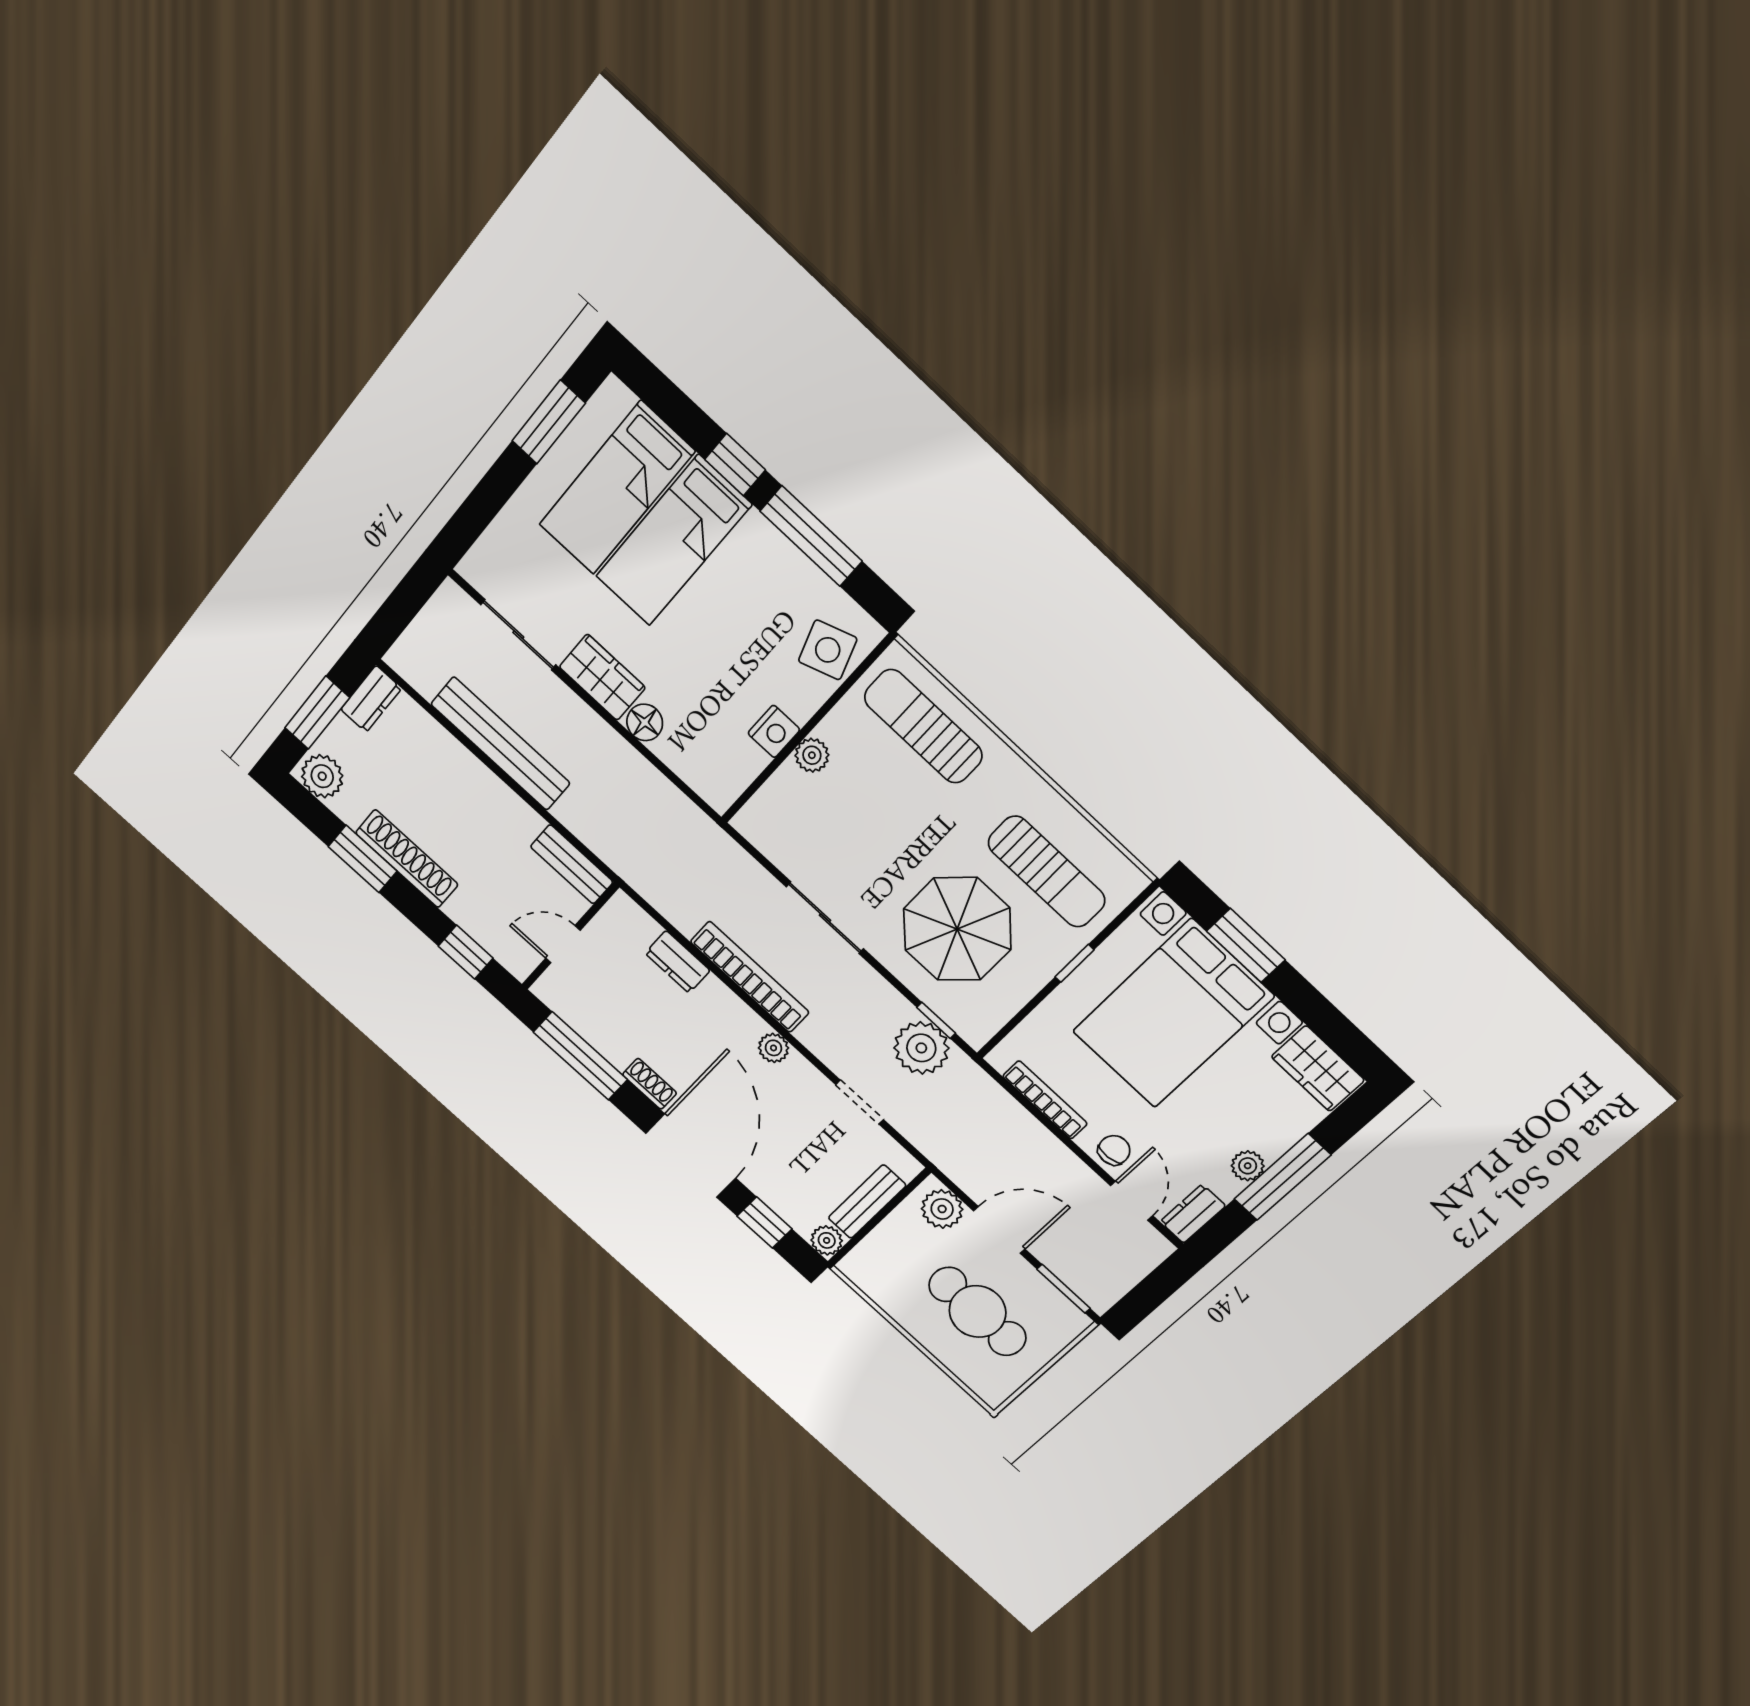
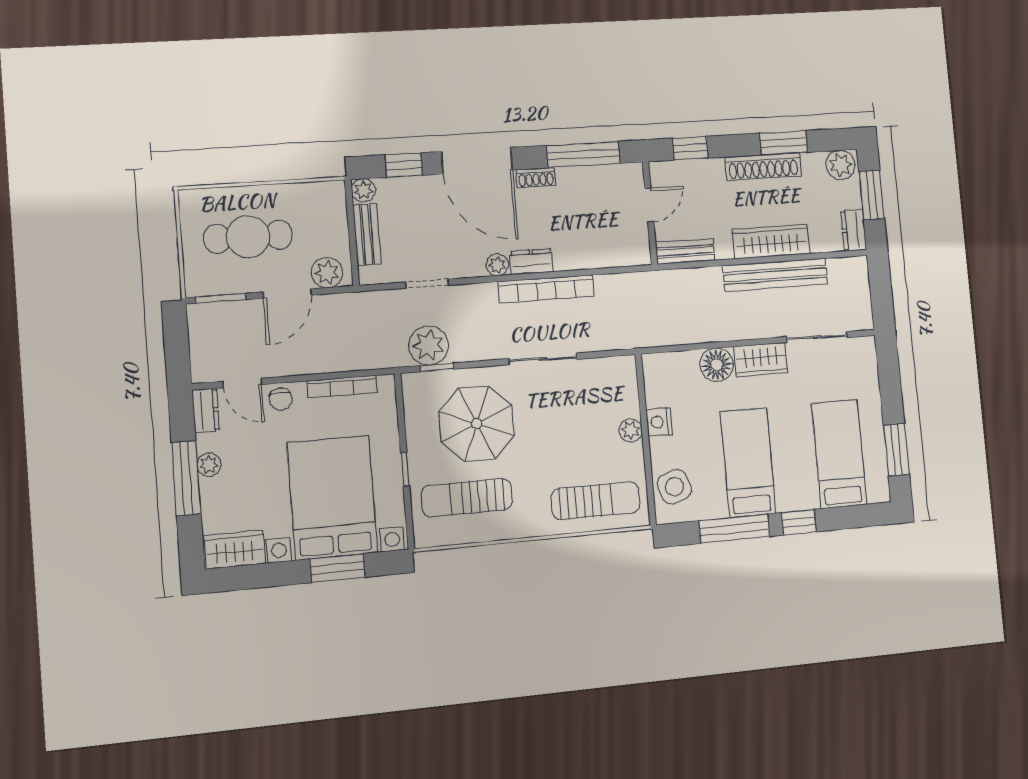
bed: (674, 541) -> (748, 463), moved
floor lamp: (645, 722) -> (717, 365), width x1.38, depth x1.38
wardrobe: (472, 780) -> (771, 242), added
dresser: (678, 962) -> (531, 262), moved

